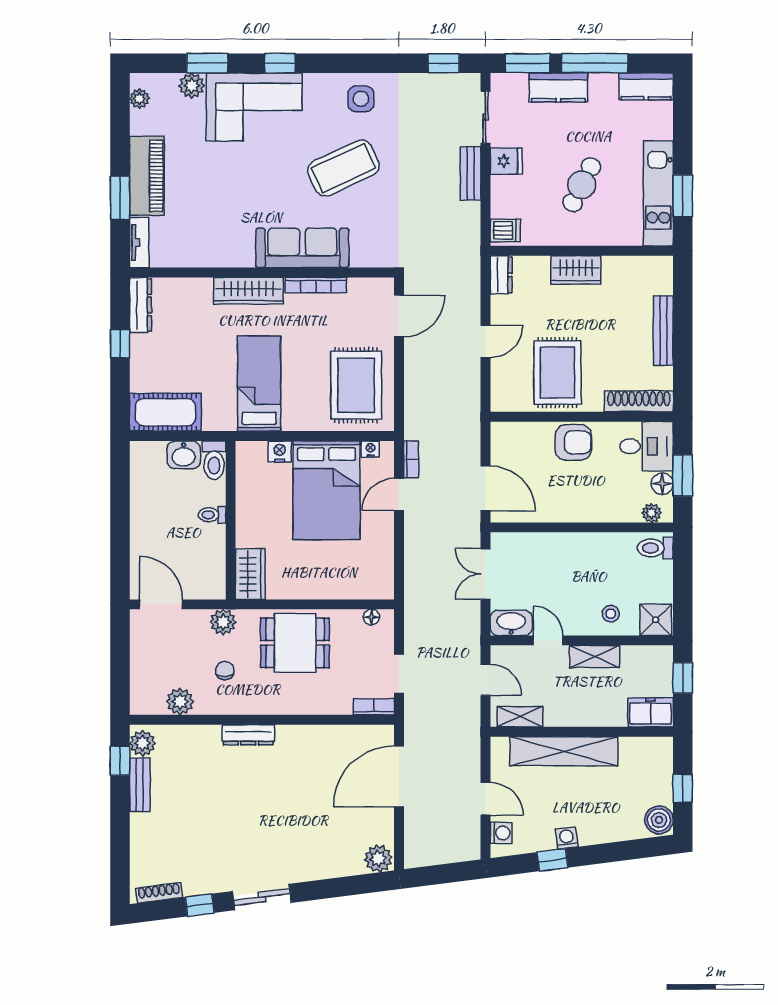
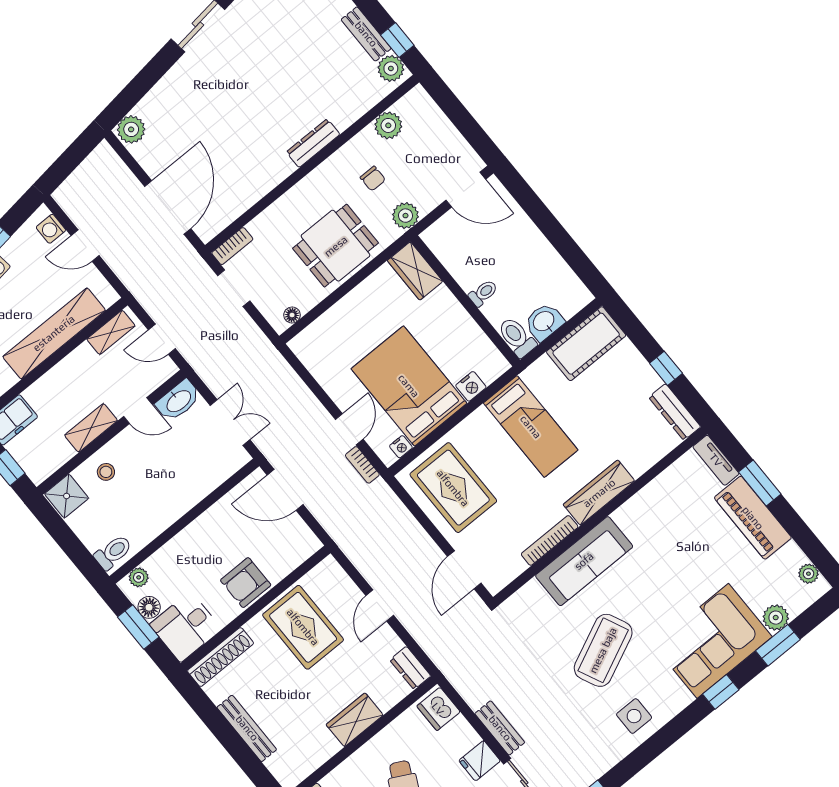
dishwasher: (505, 230) -> (438, 709), width x1.38

